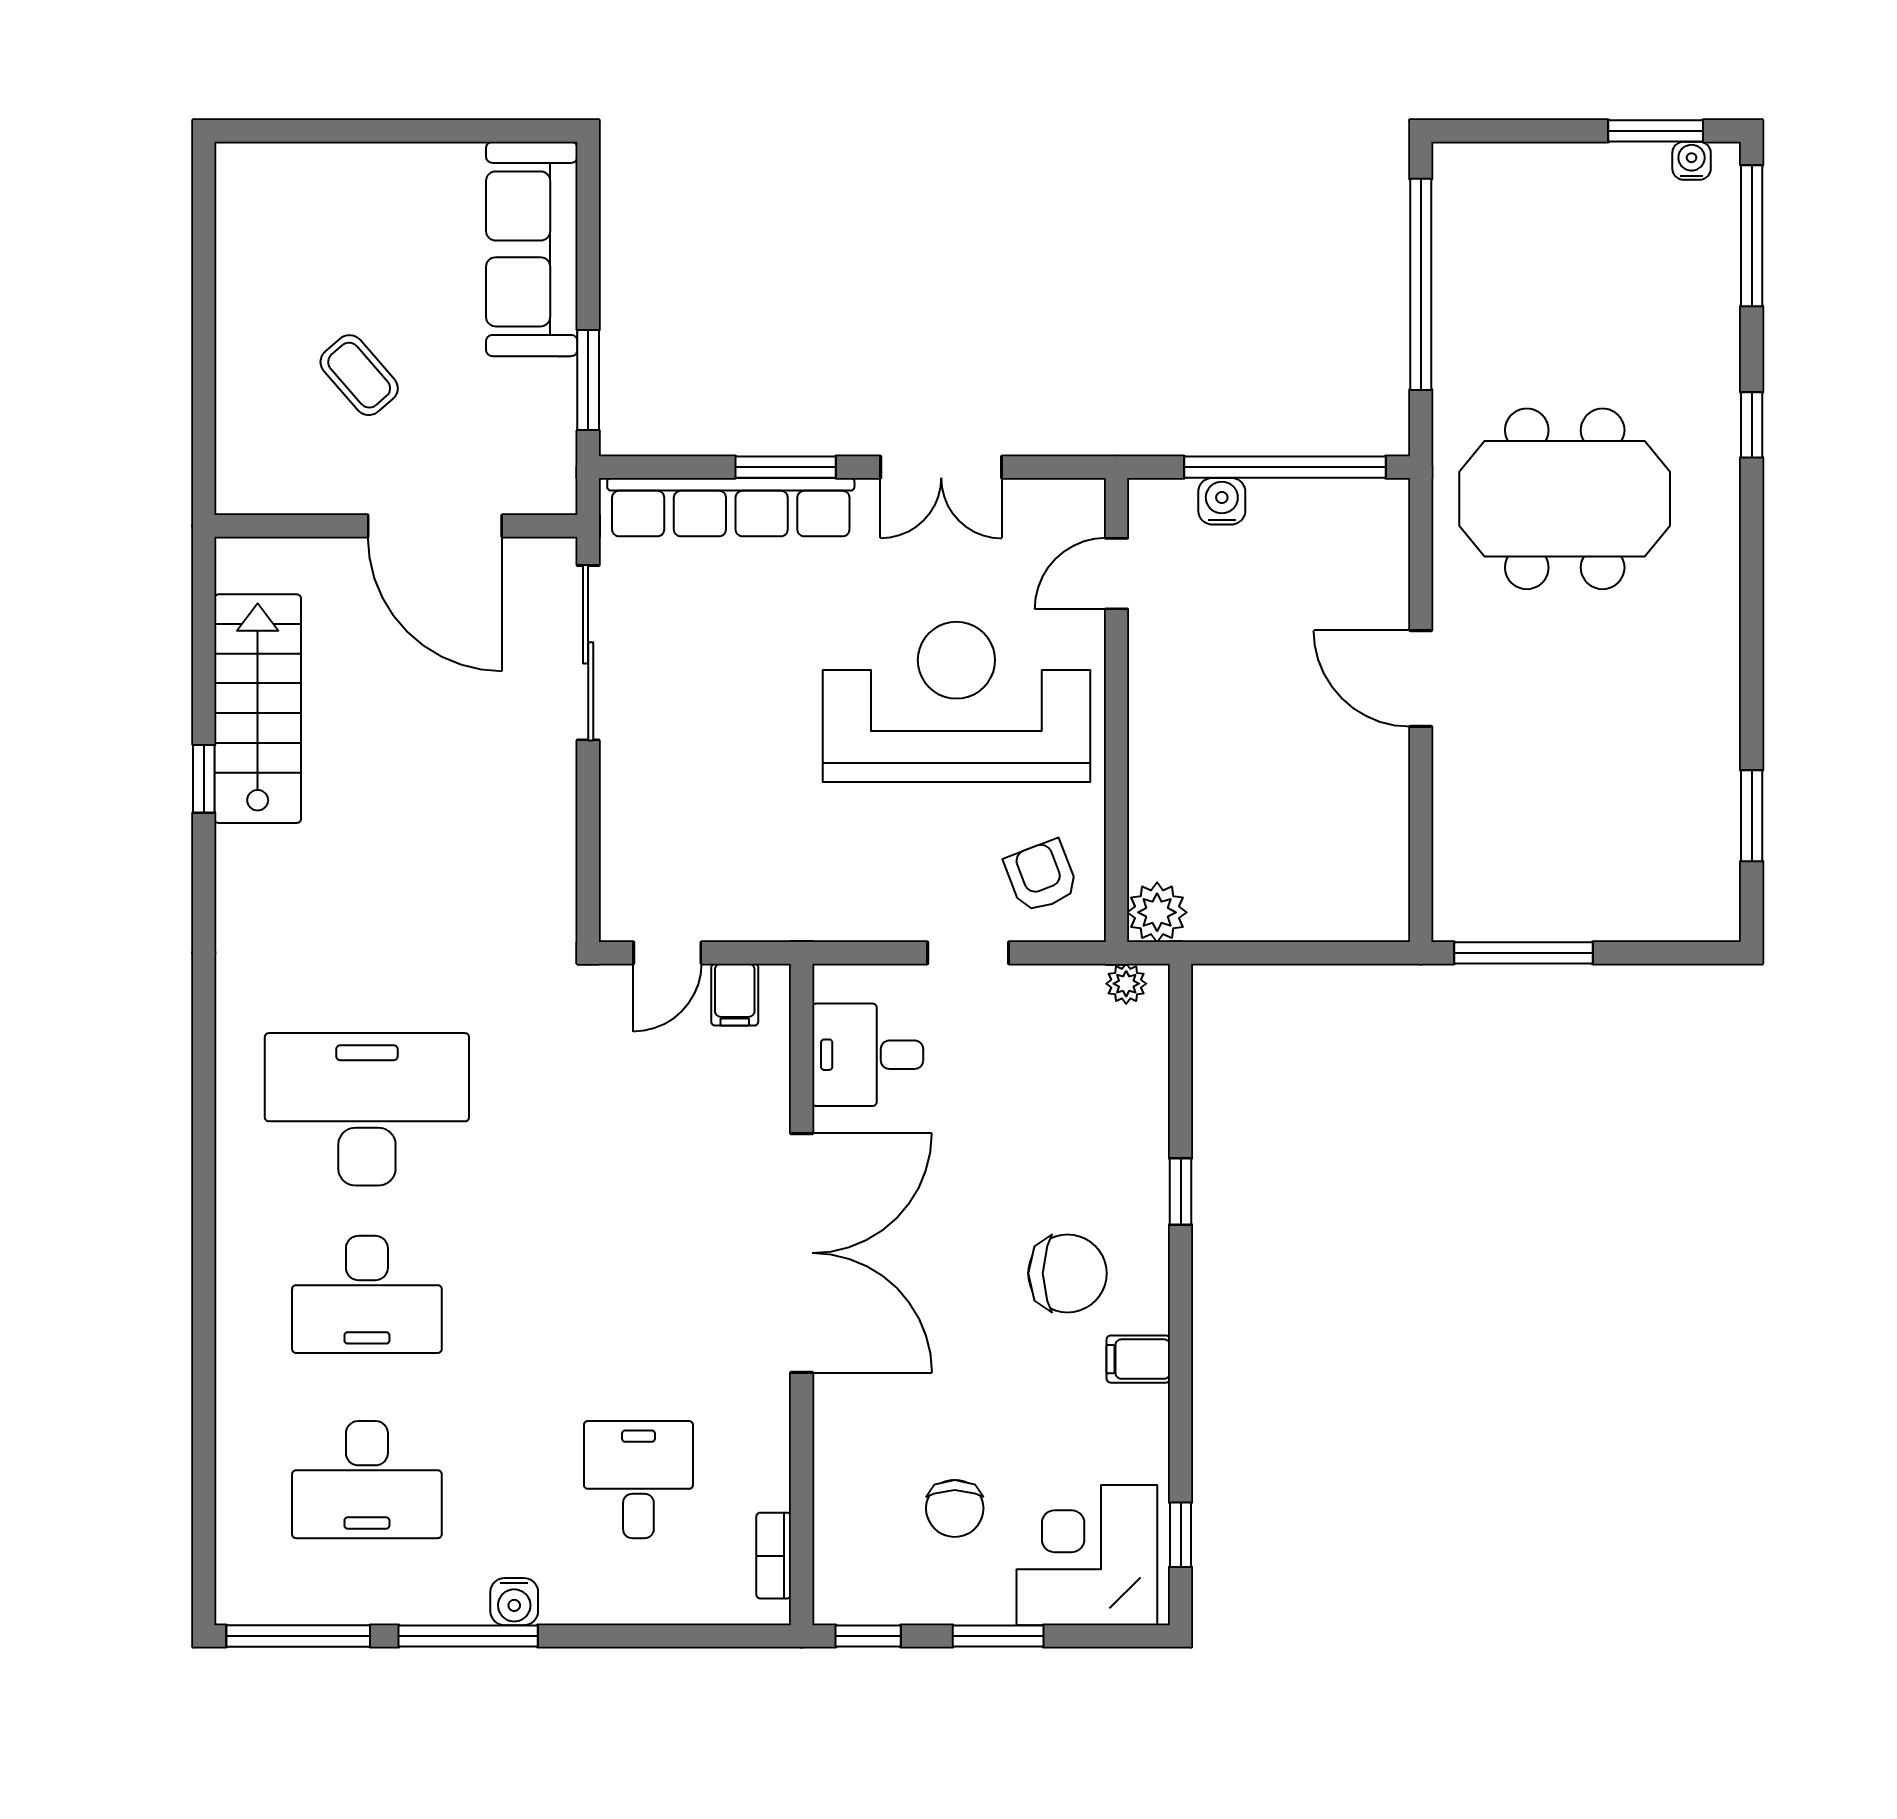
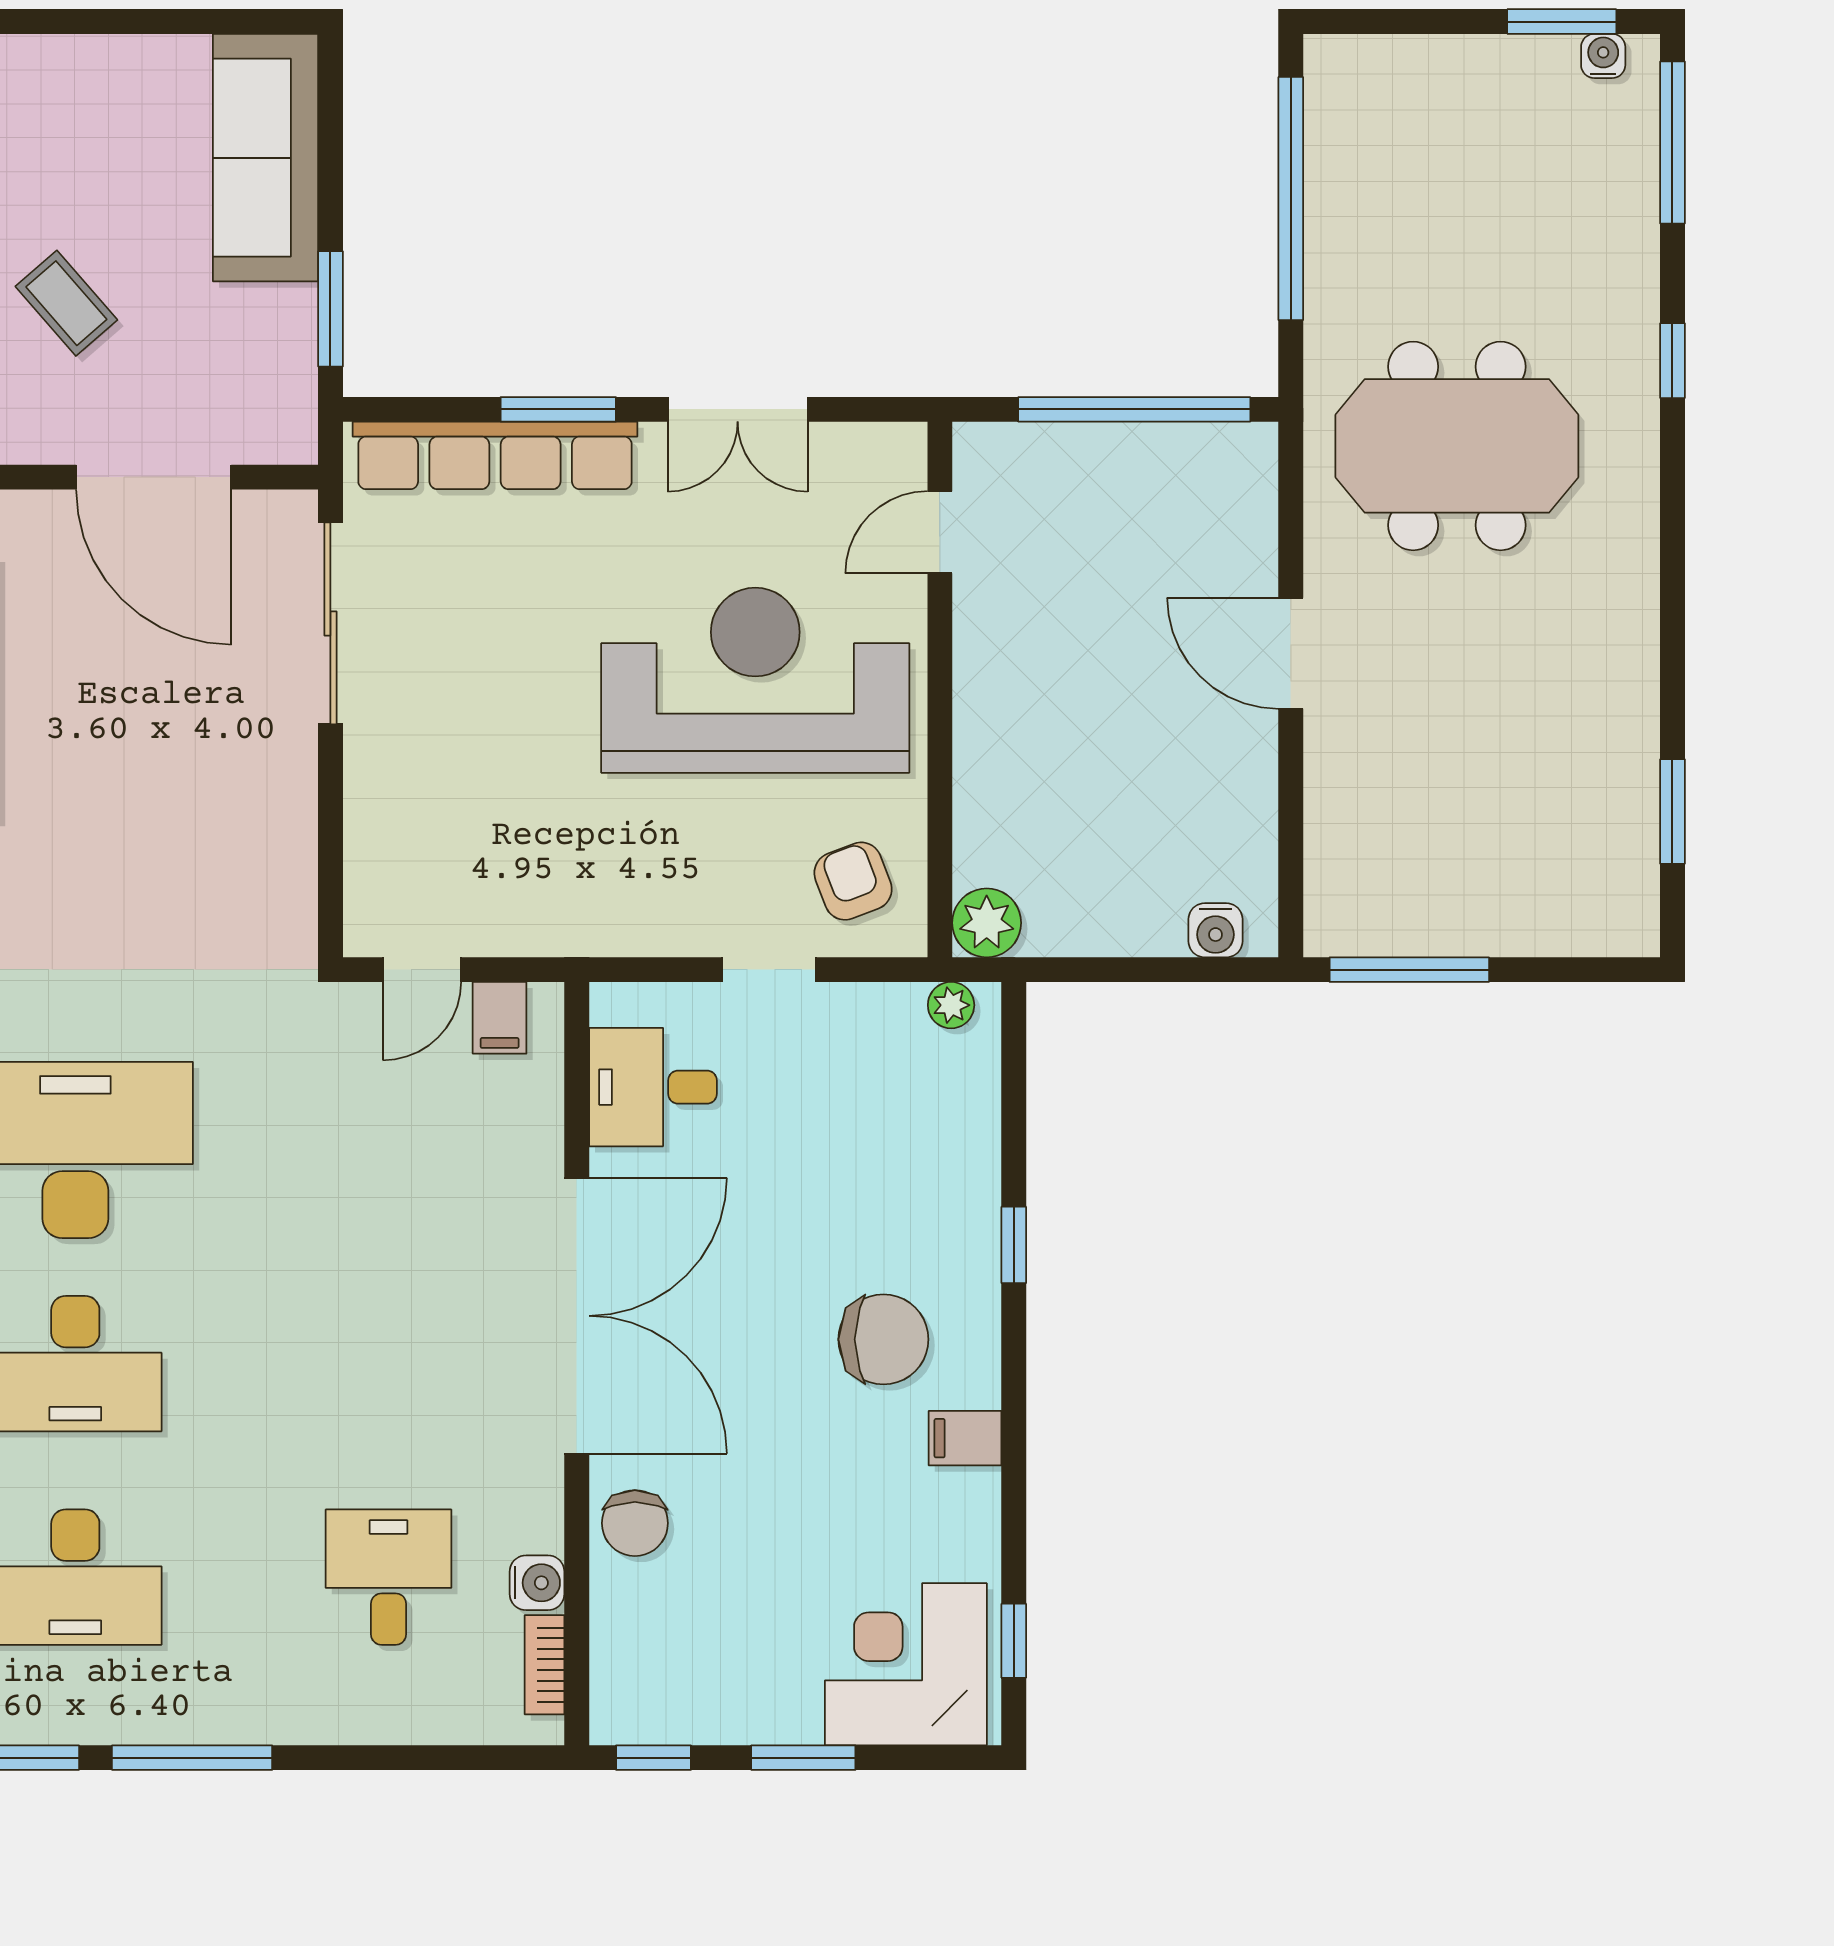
water cooler: (1222, 501) -> (1216, 930), moved, turned 180
chair: (955, 1508) -> (635, 1523), moved
water cooler: (514, 1602) -> (537, 1583), moved, turned -90

